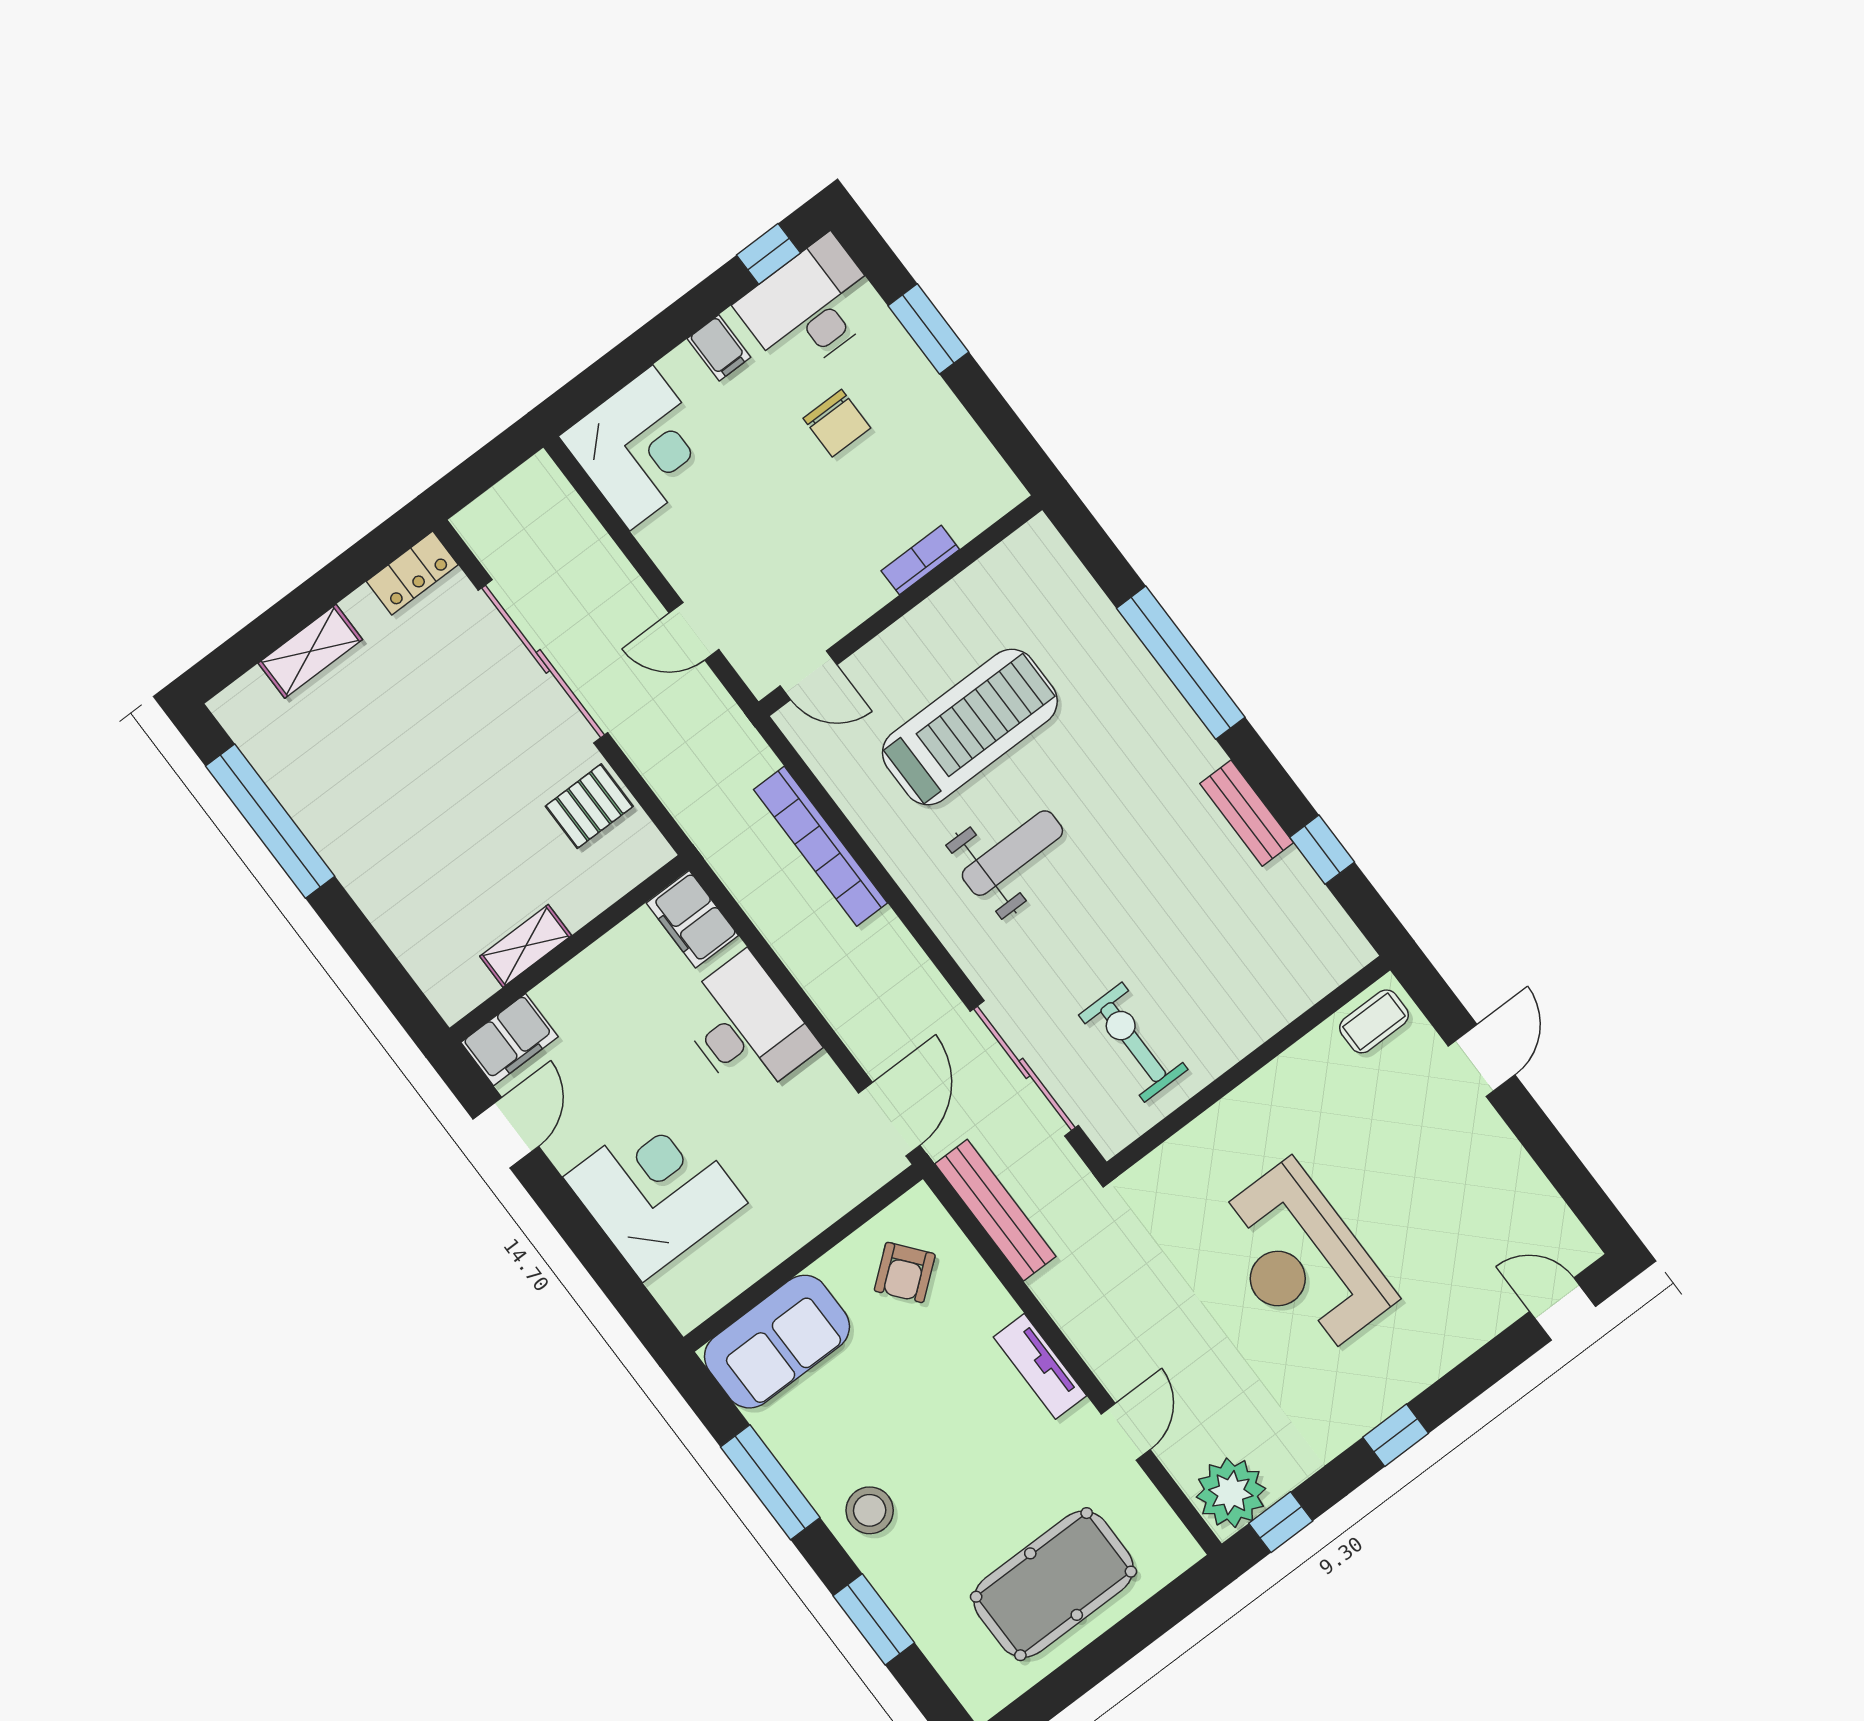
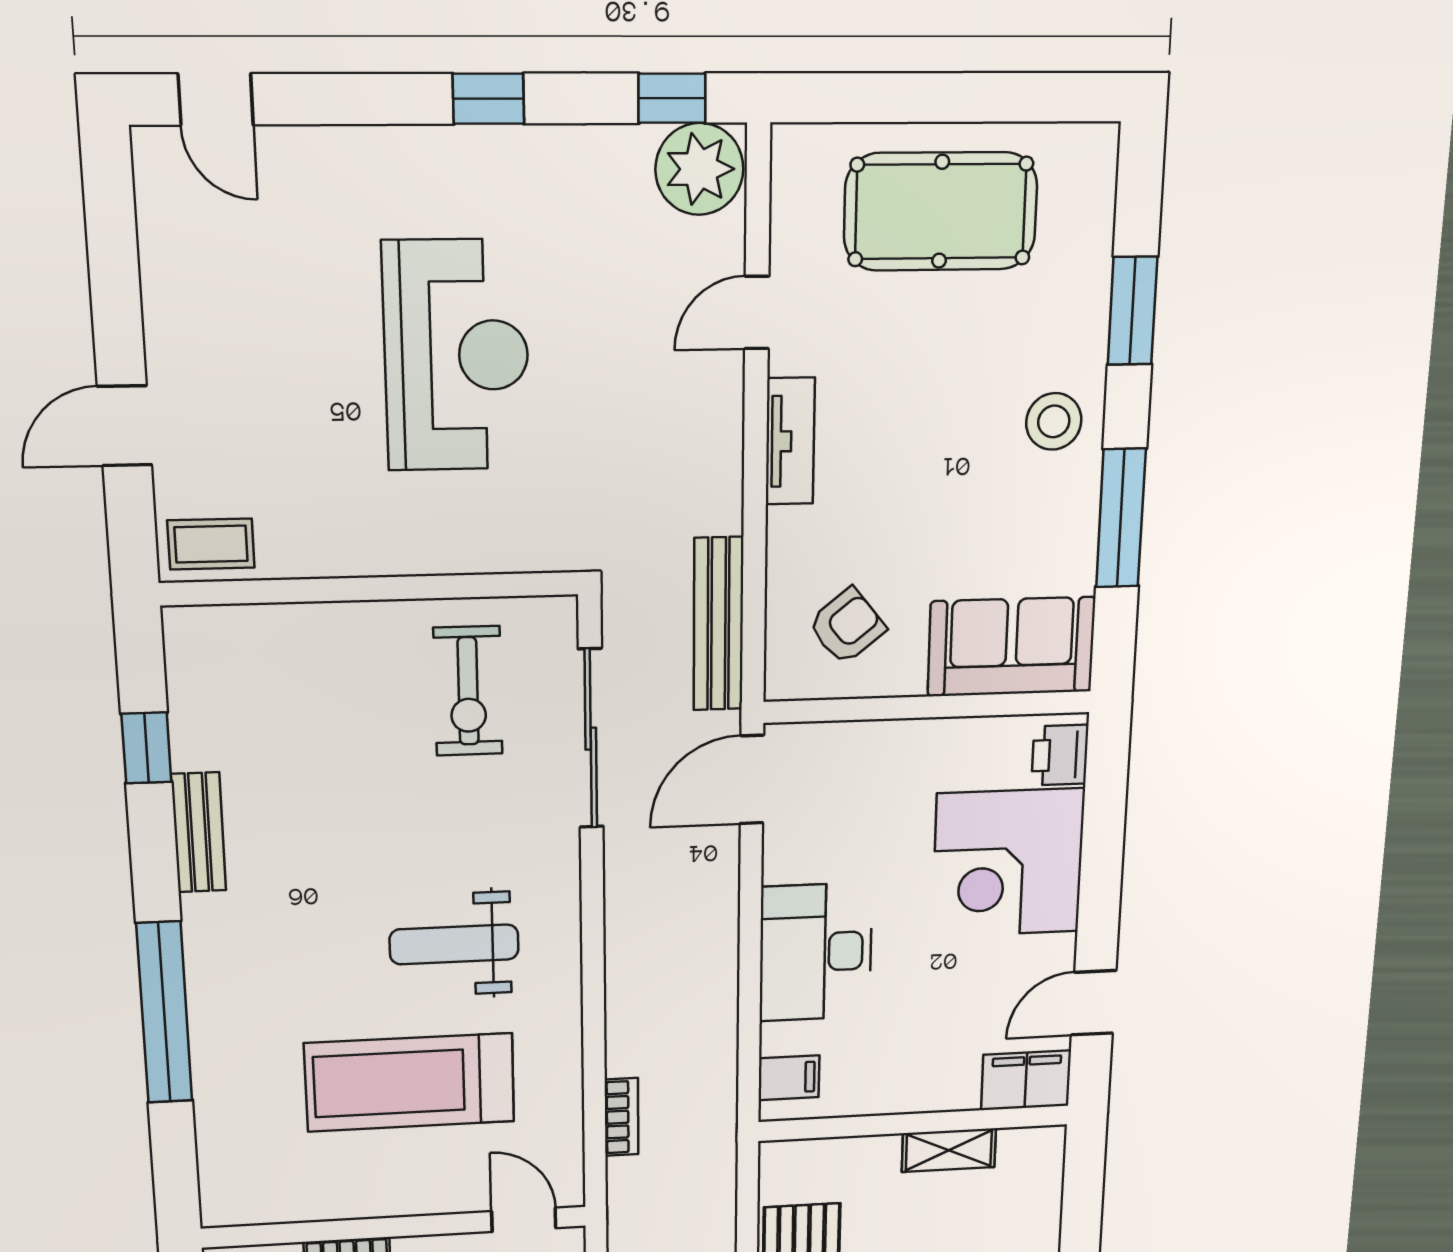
bookcase: (821, 846) -> (622, 1117), width x0.43, depth x0.76
filing cabinet: (692, 919) -> (789, 1078), width x0.50
printer: (680, 1292) -> (1060, 755), added

